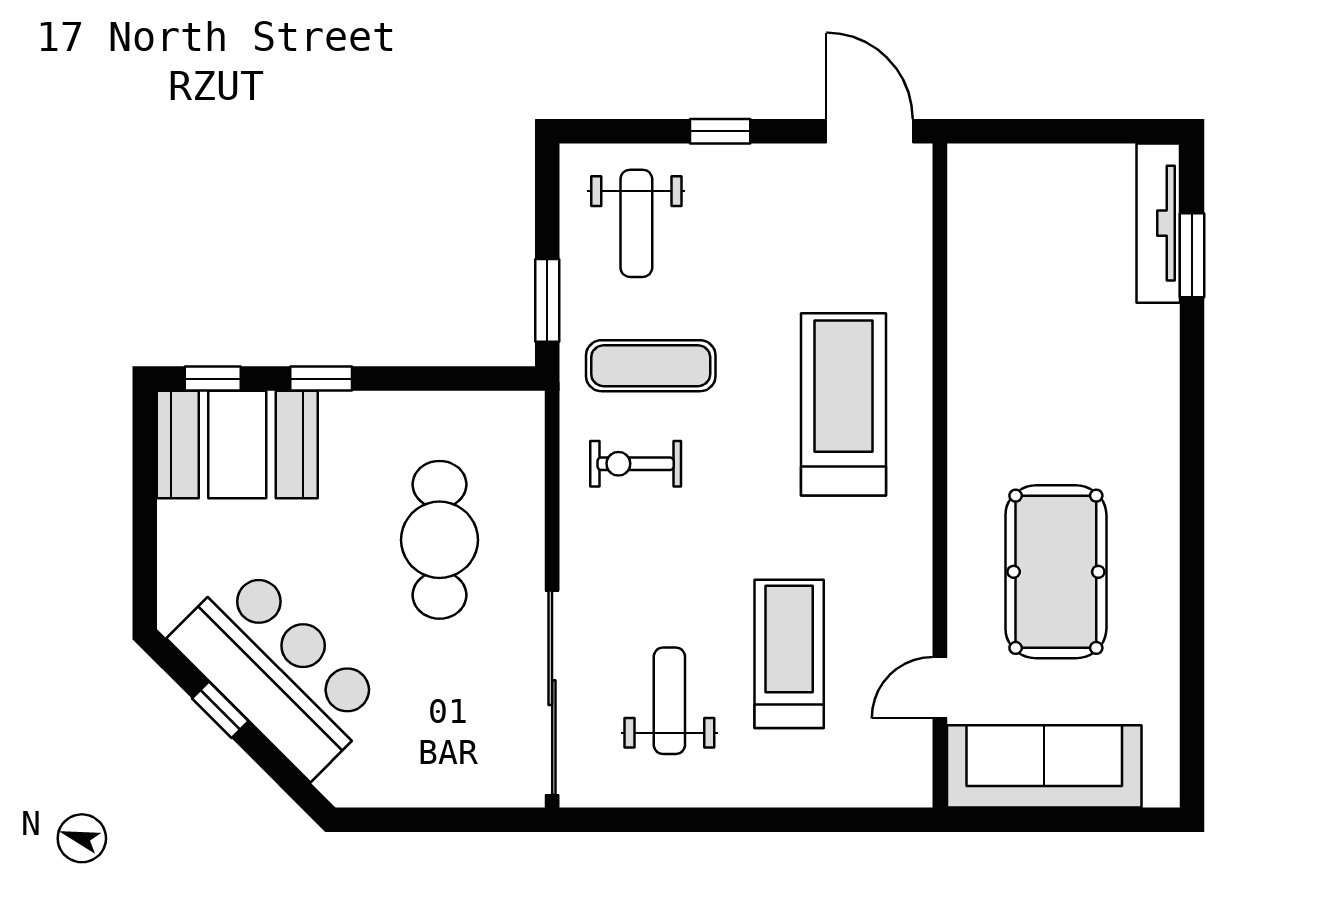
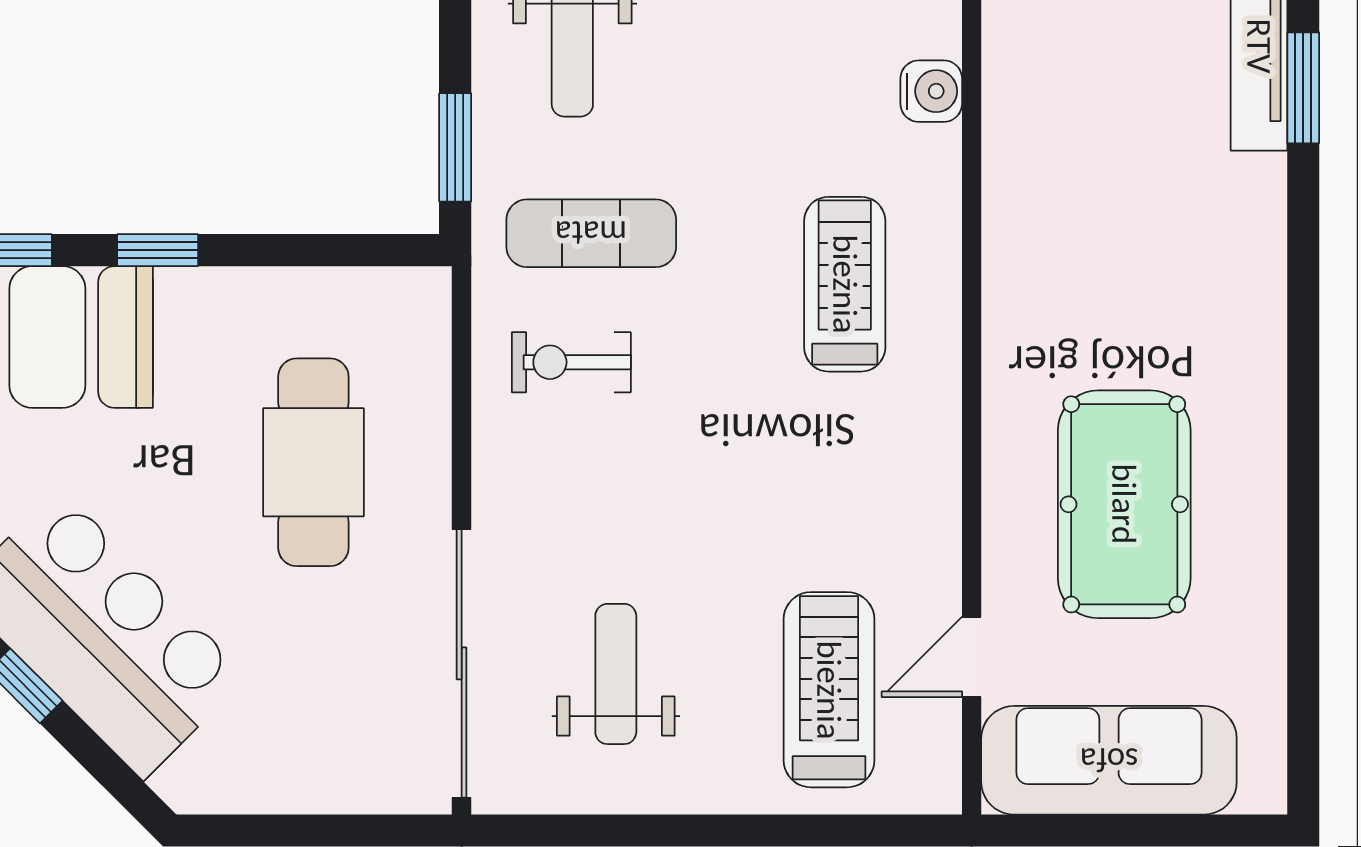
water cooler: (909, 258) -> (931, 91), added
treadmill: (843, 404) -> (845, 284), width x0.73, depth x0.73
treadmill: (789, 654) -> (829, 690), moved

